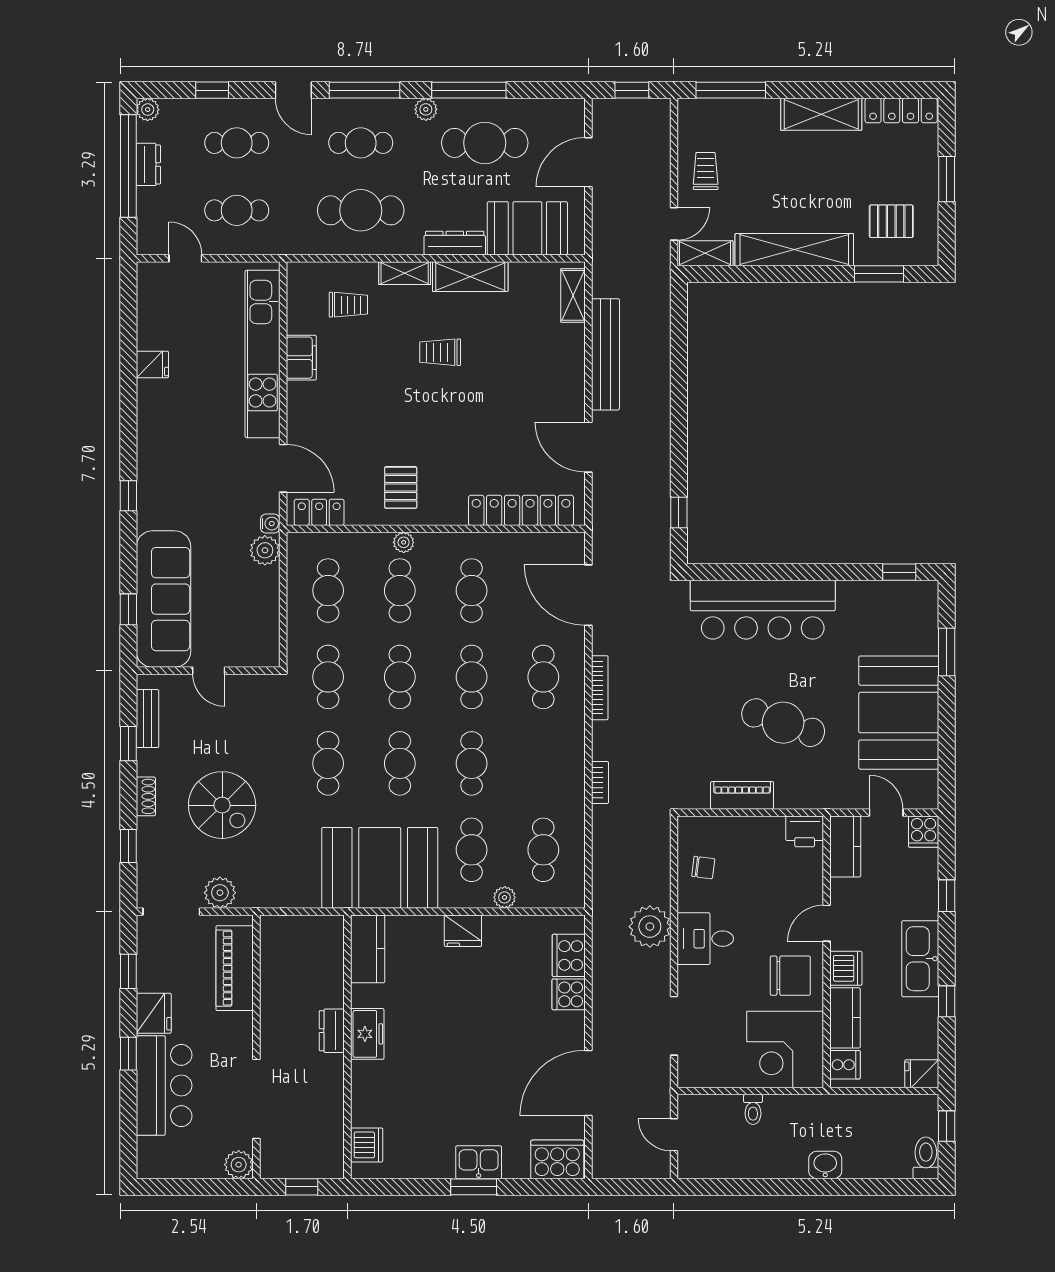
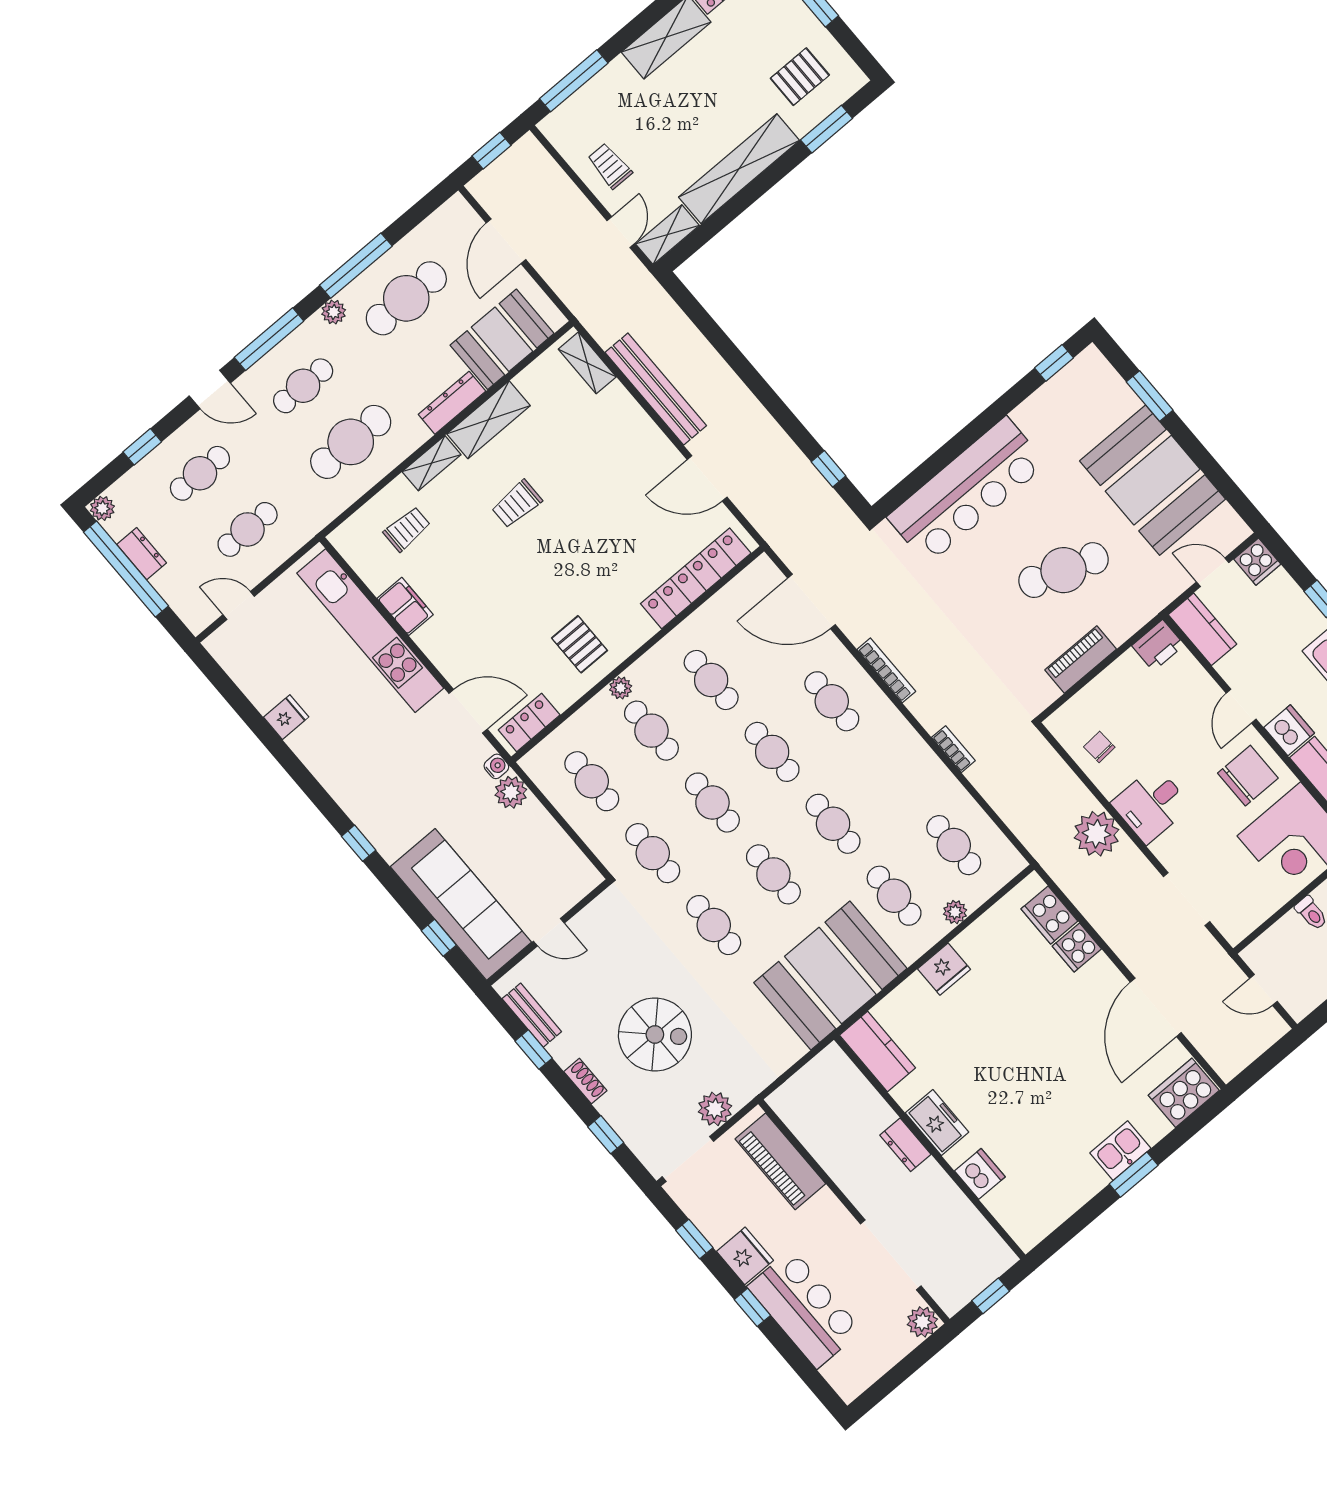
chair: (703, 868) -> (1099, 747), turned -101
dishwasher: (367, 1145) -> (980, 1174), moved

